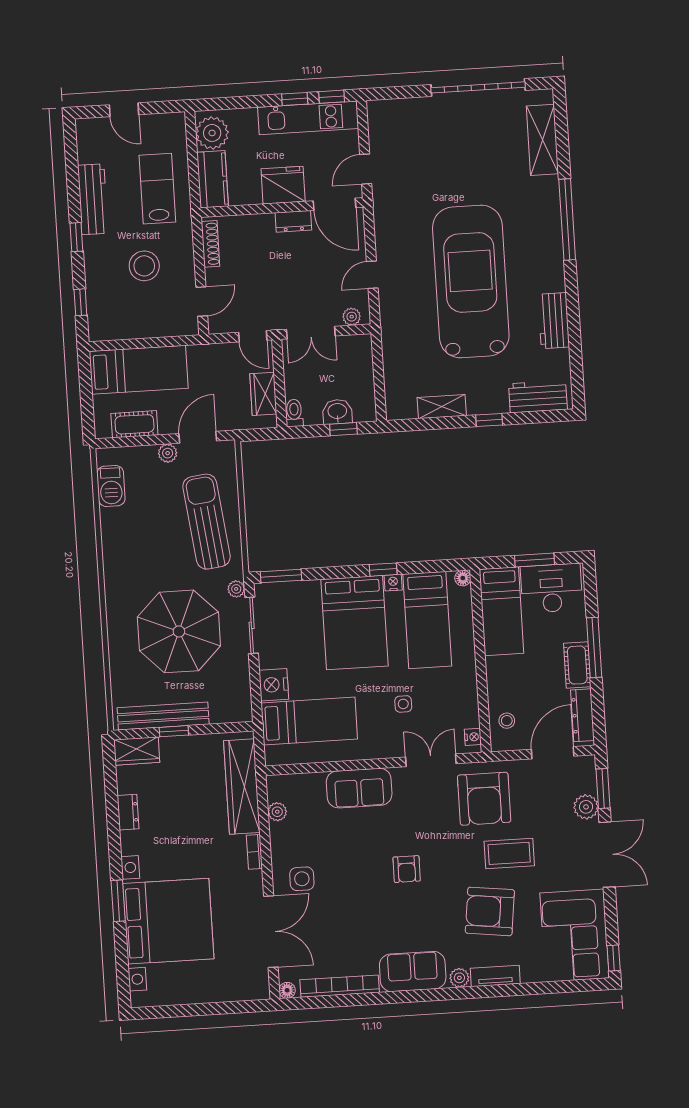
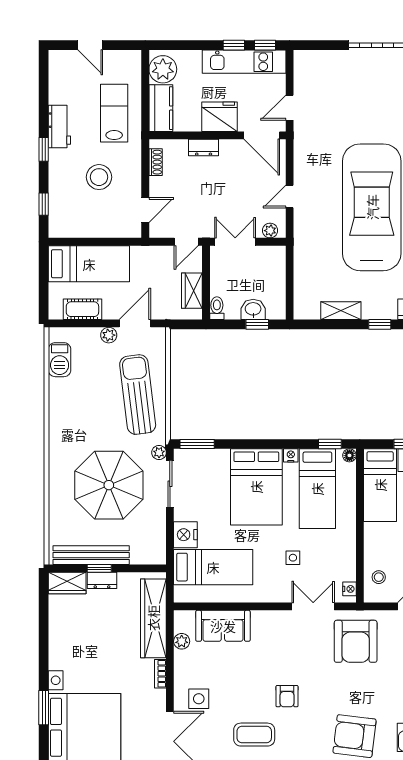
workbench: (93, 199) -> (59, 127), width x0.73
dresser: (293, 221) -> (204, 148), moved
shoe rack: (210, 244) -> (156, 162), width x0.70
double door: (311, 333) -> (235, 242), swing flipped
door: (253, 336) -> (186, 242), hinge flipped
window: (383, 570) -> (330, 444), moved
sofa: (359, 788) -> (223, 626), moved
dresser: (128, 812) -> (102, 580), moved, turned 90
coffee table: (509, 853) -> (254, 735), moved

